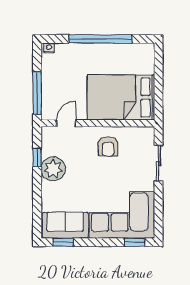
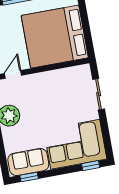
bed: (121, 97) -> (55, 37), width x1.36
armchair: (108, 146) -> (53, 88), removed

